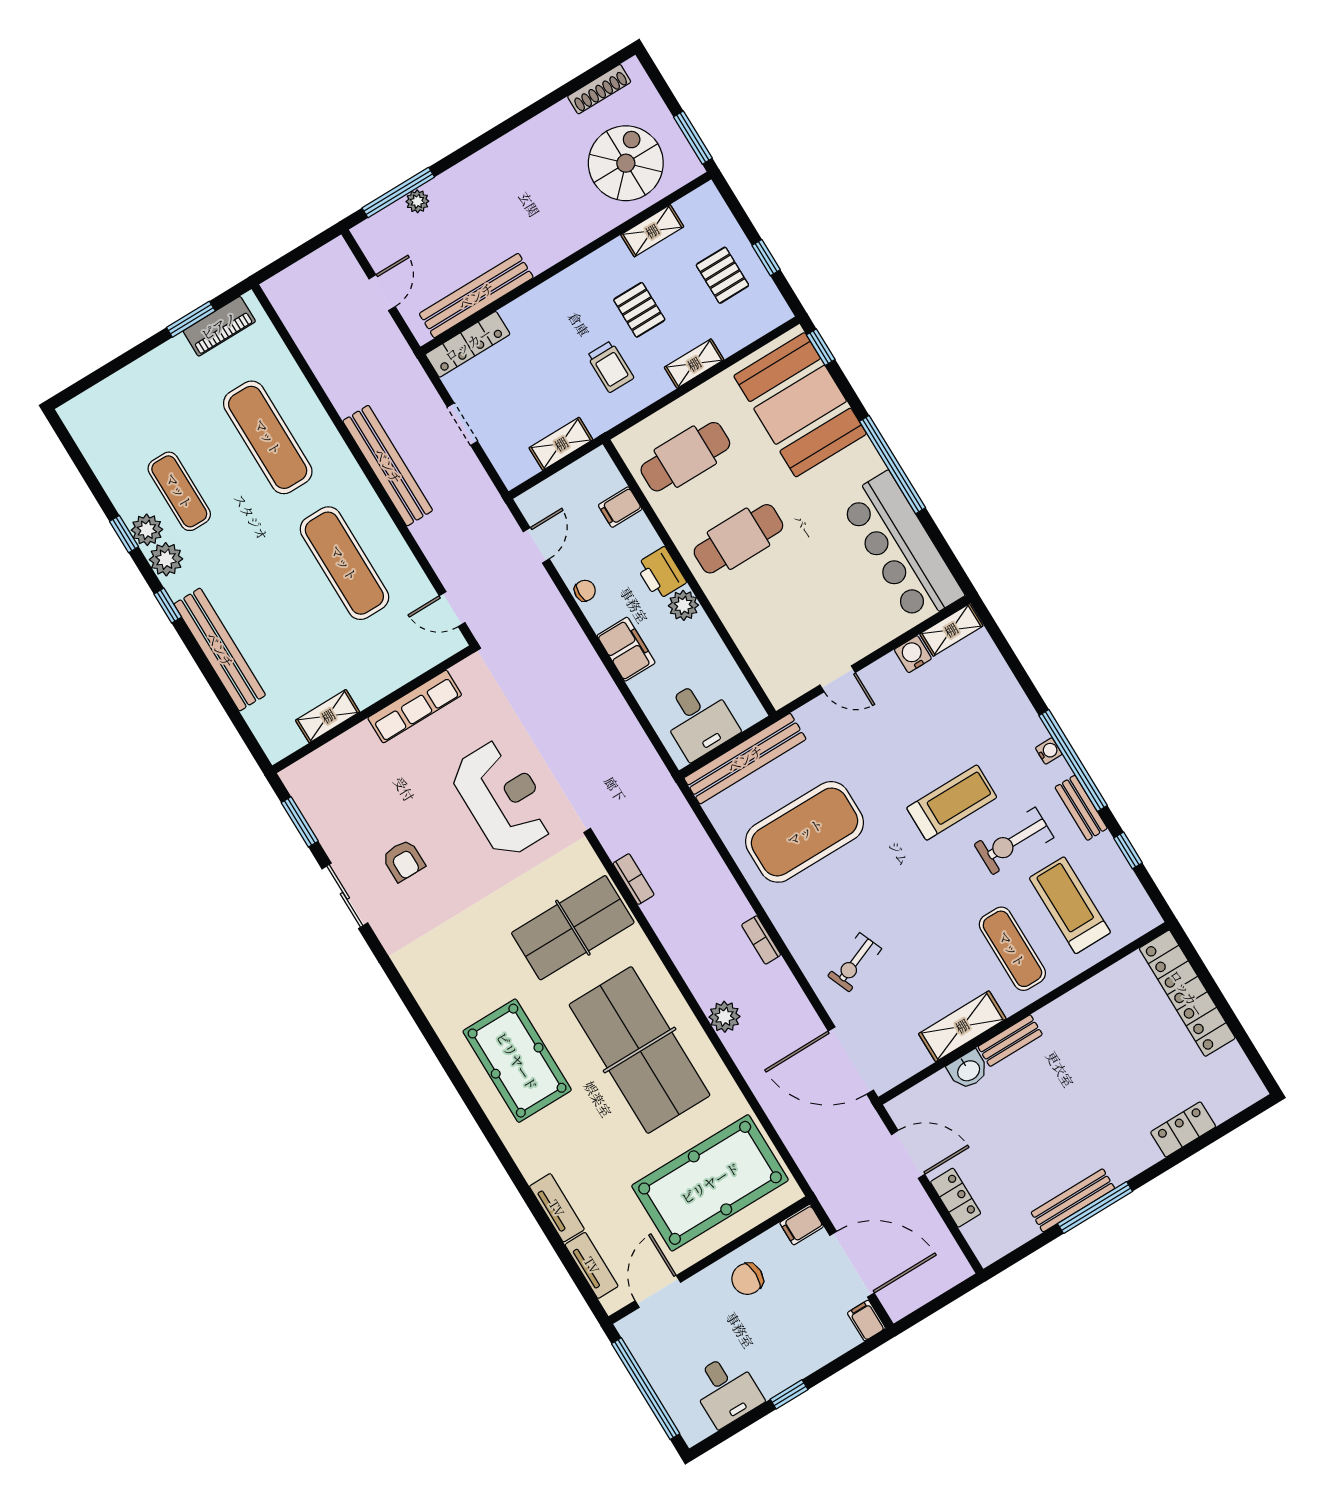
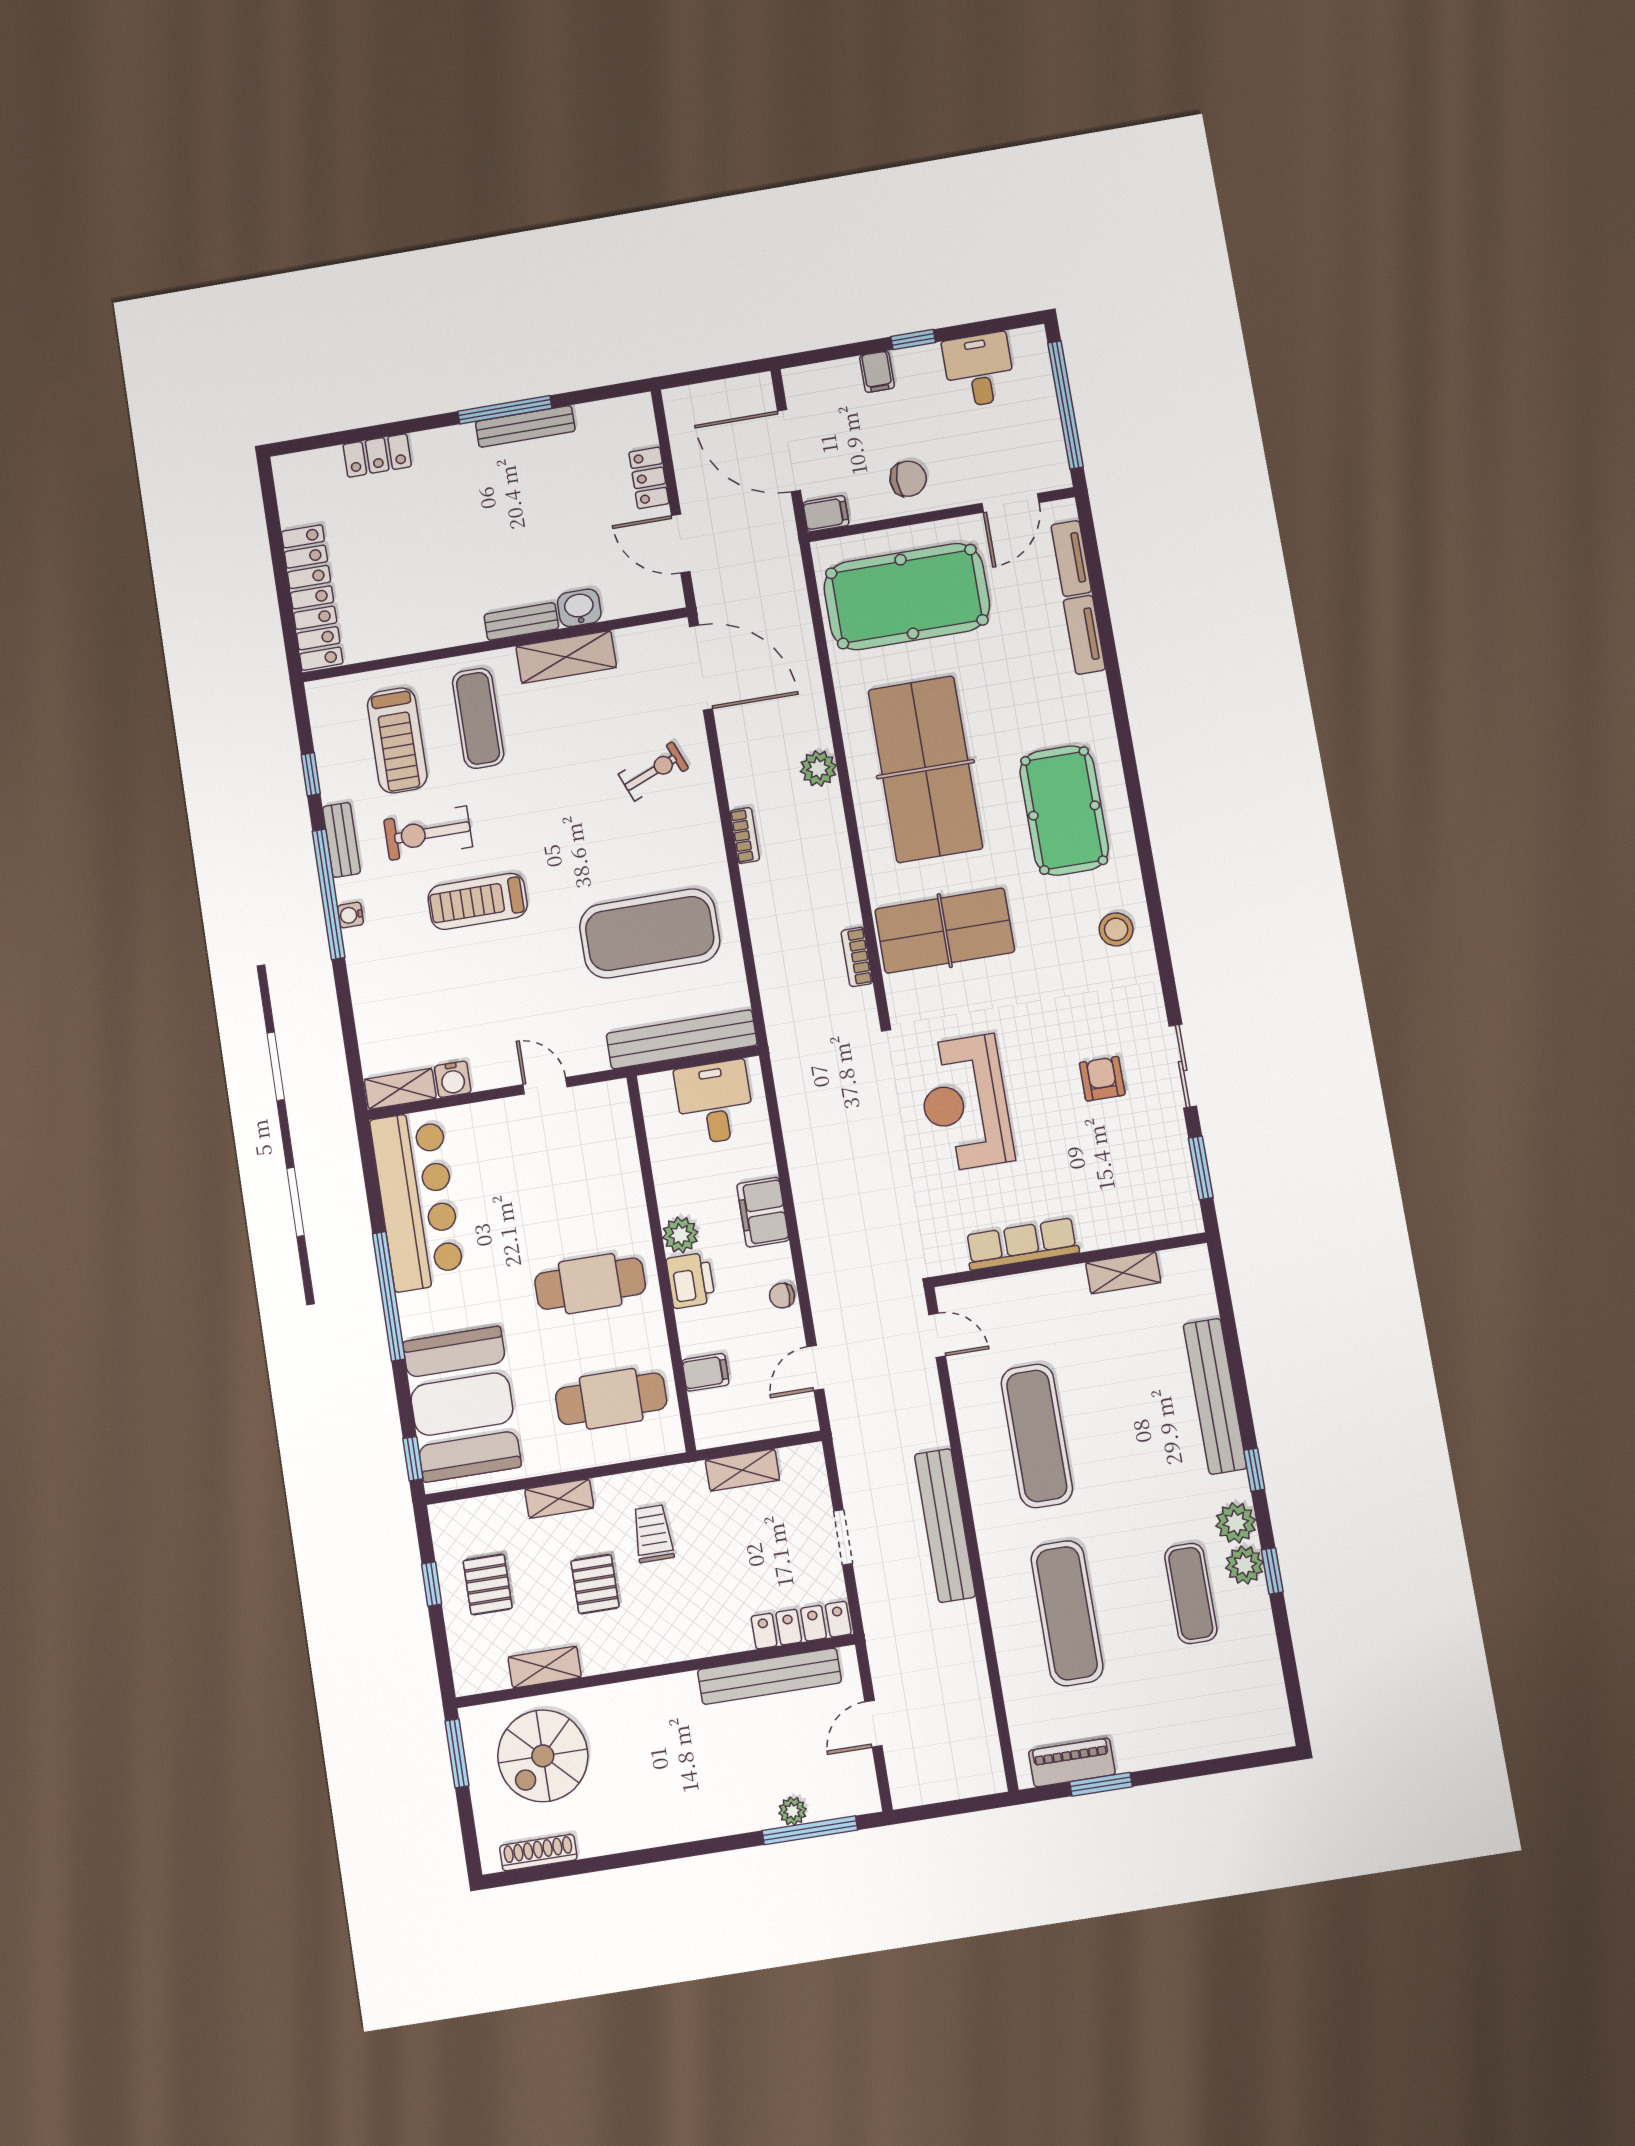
exercise bike: (1014, 841) -> (428, 833), turned 180
stool: (439, 983) -> (1116, 929), added
filing cabinet: (866, 1321) -> (877, 372), moved

